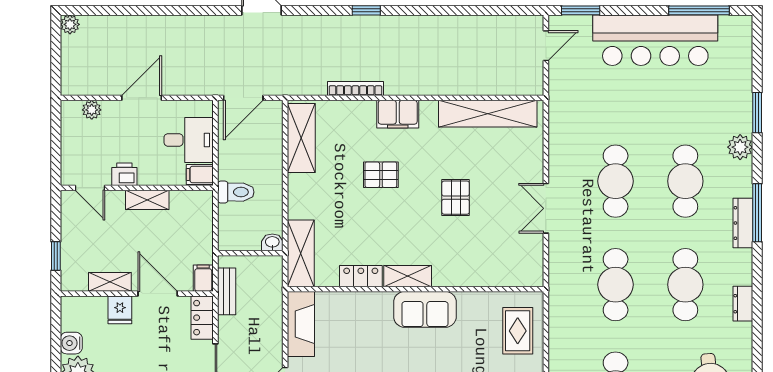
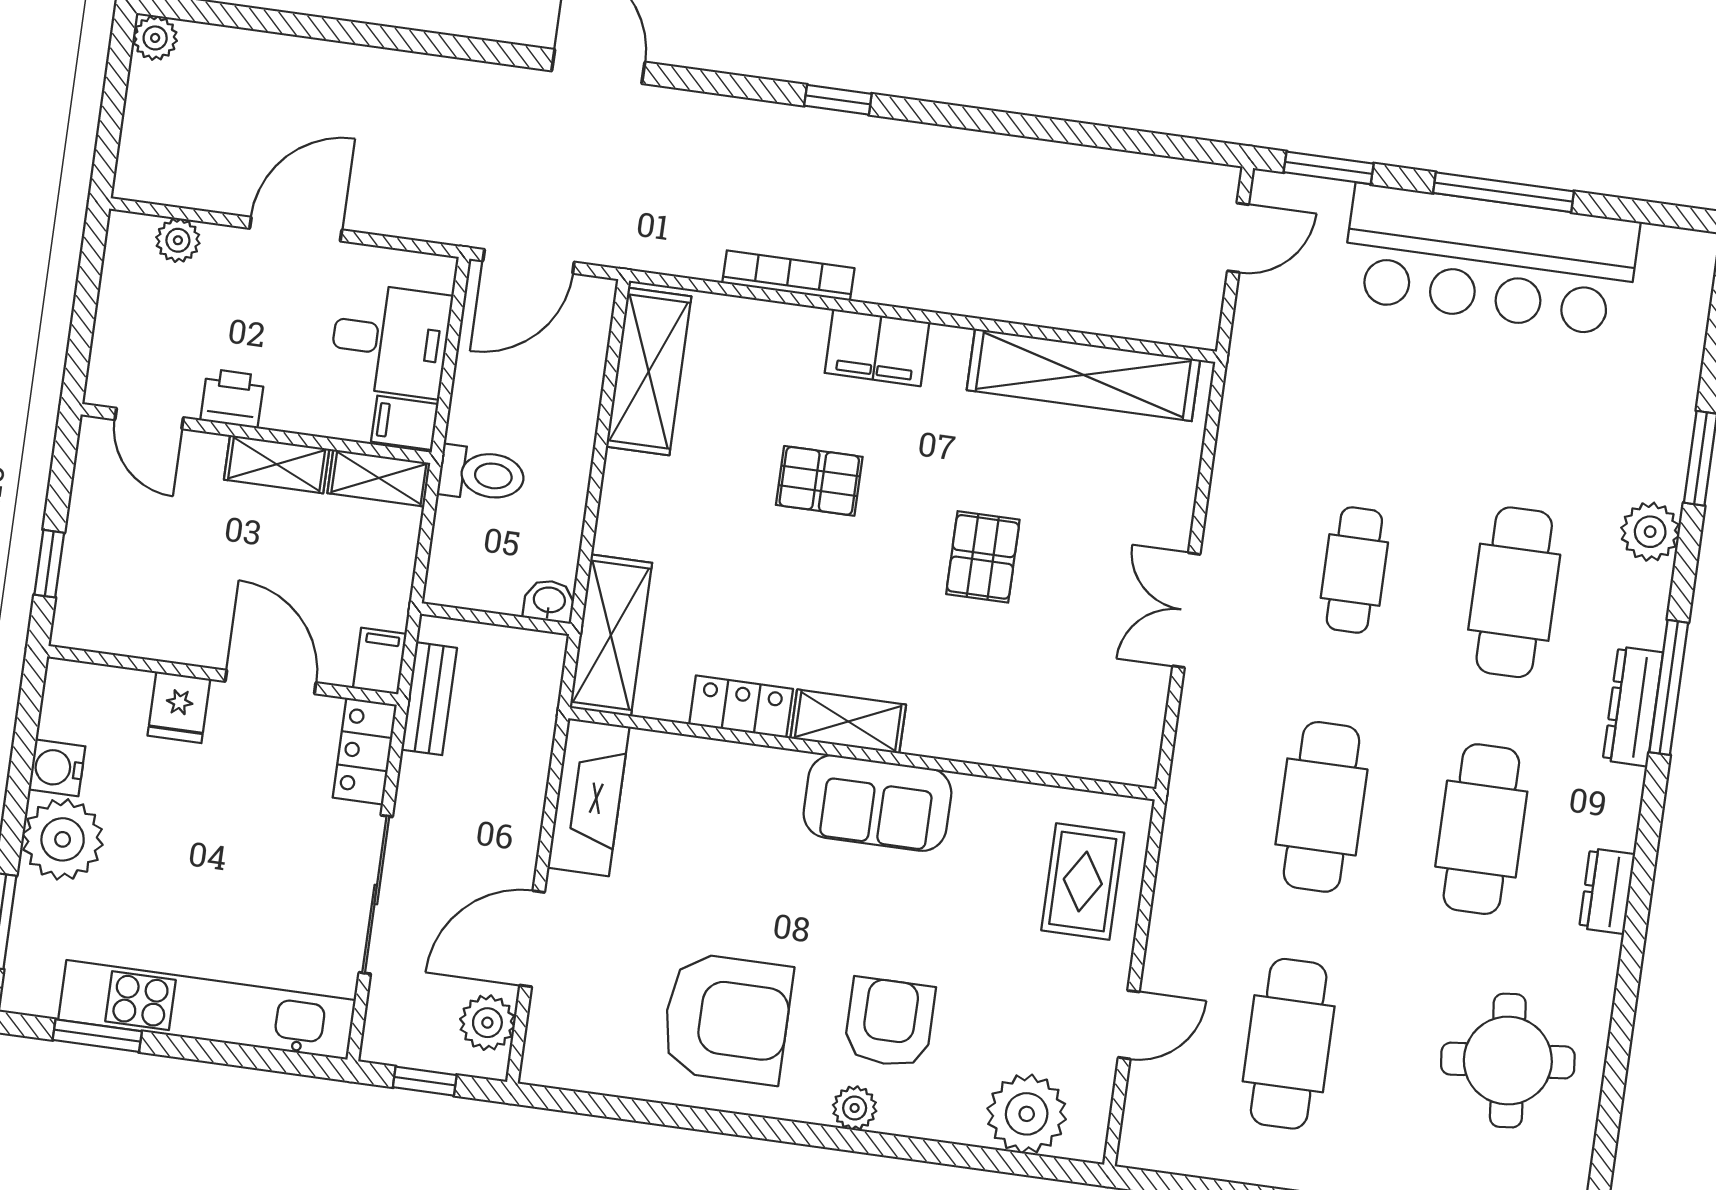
window: (699, 10) -> (1503, 192), moved
cafe table: (616, 181) -> (1354, 570), width x0.73, depth x0.74
shelving: (110, 282) -> (379, 478), moved

